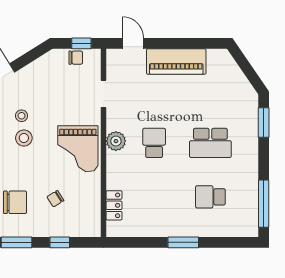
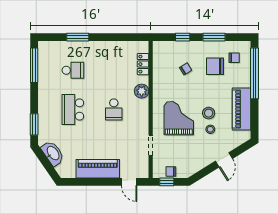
washbasin: (238, 83) -> (53, 153), added
plant: (116, 141) -> (142, 91), moved
school desk: (210, 143) -> (73, 110), turned -90
grand piano: (78, 149) -> (179, 118), moved
window: (183, 242) -> (78, 37), moved

